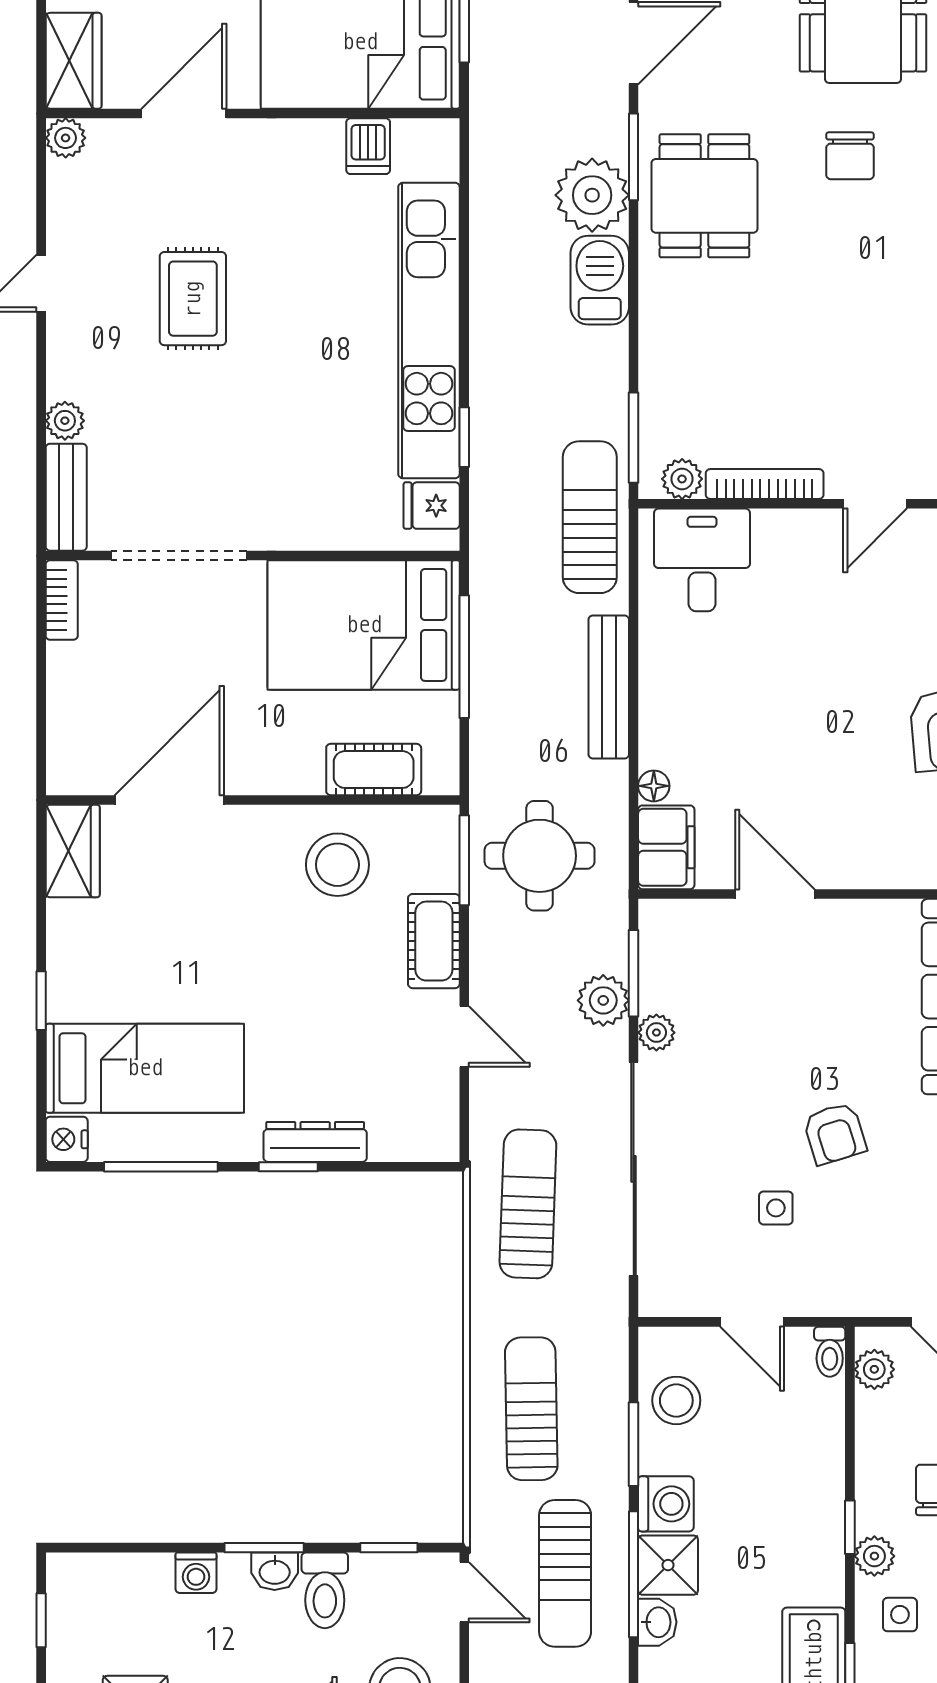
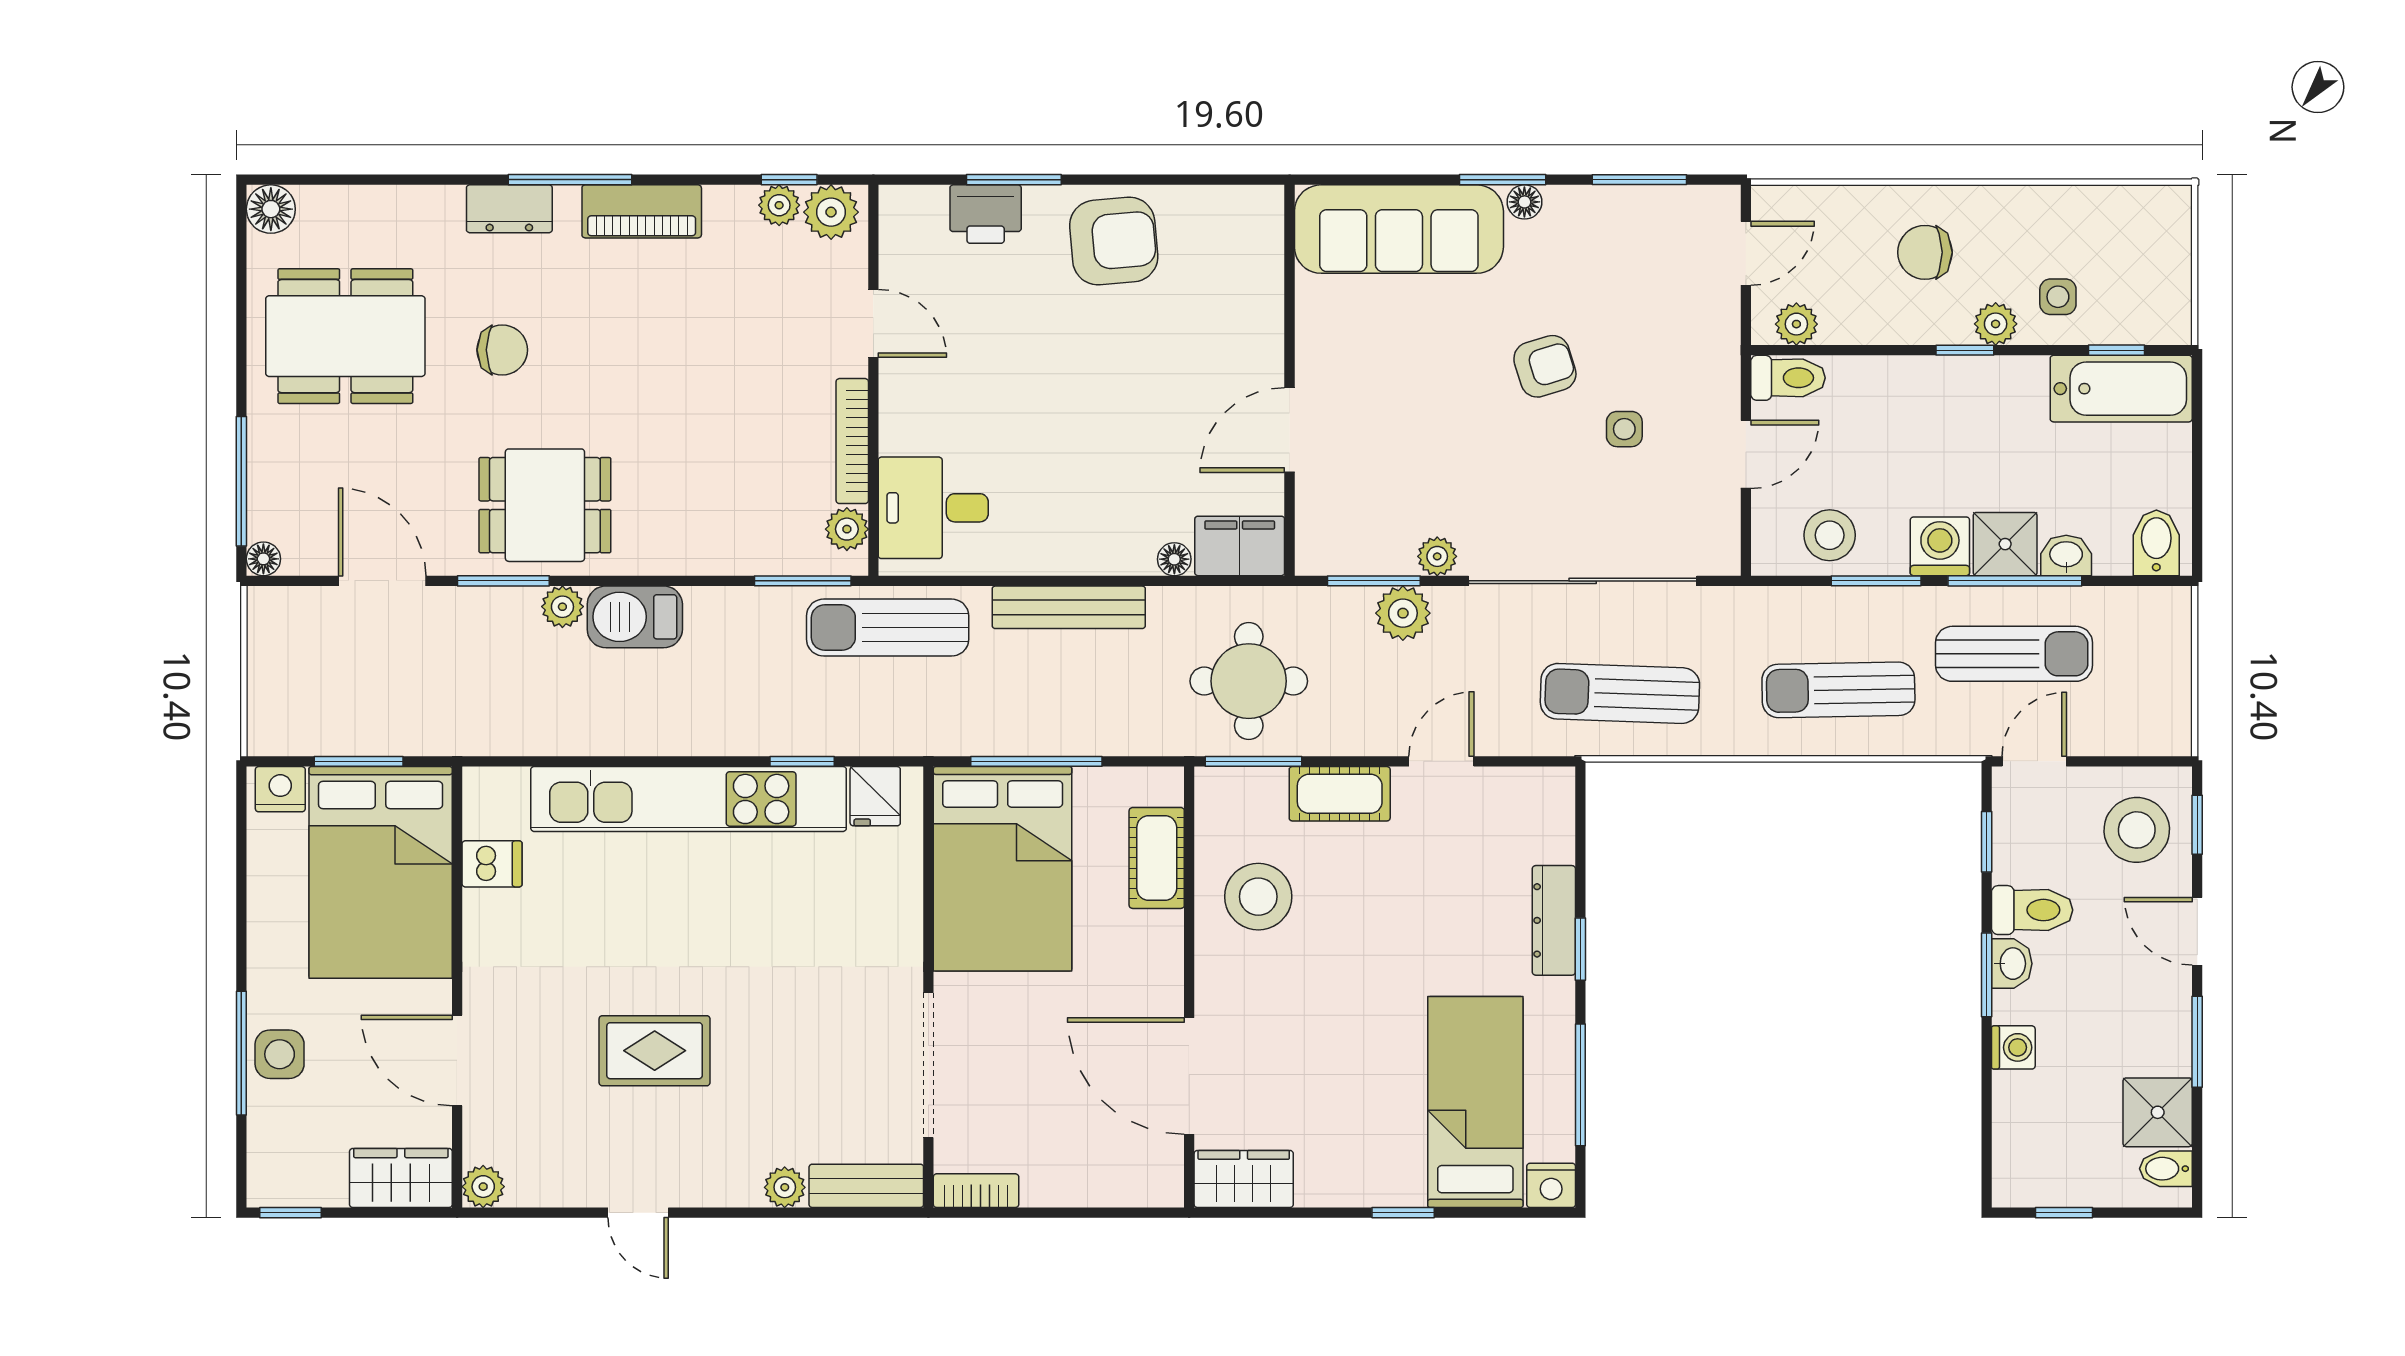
plant: (592, 195) -> (562, 607), width x0.53, depth x0.53
toilet: (830, 1352) -> (1788, 378), width x1.37, depth x1.39

